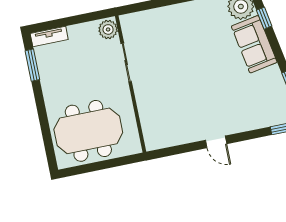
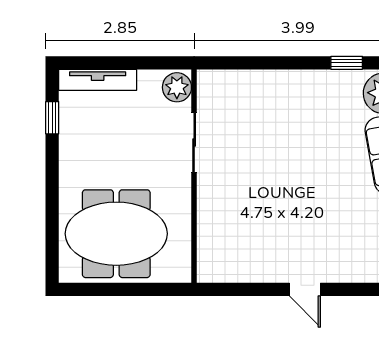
tv unit: (49, 37) -> (98, 80), width x1.41
window: (32, 65) -> (52, 118), width x0.67

